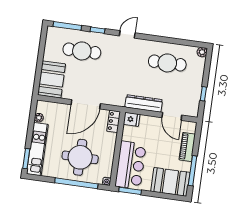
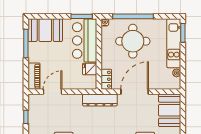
dresser: (144, 103) -> (100, 100), moved
door: (172, 116) -> (52, 92), hinge flipped
fridge: (132, 119) -> (90, 69), moved
piano: (187, 147) -> (34, 76), moved

